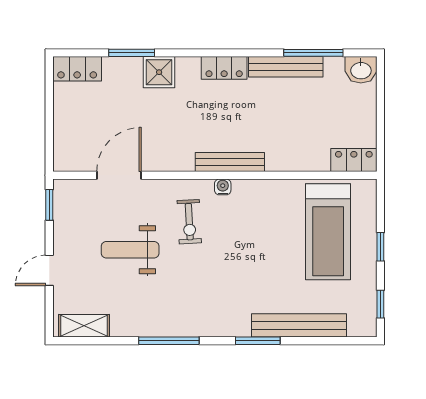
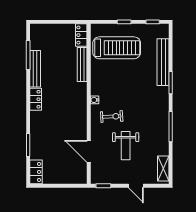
washbasin: (361, 70) -> (37, 32), removed
shower: (159, 72) -> (38, 131), removed
bench: (230, 162) -> (82, 64), moved

